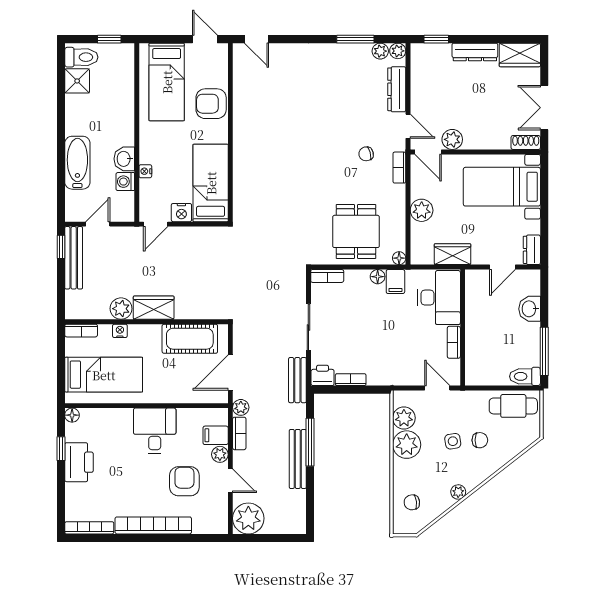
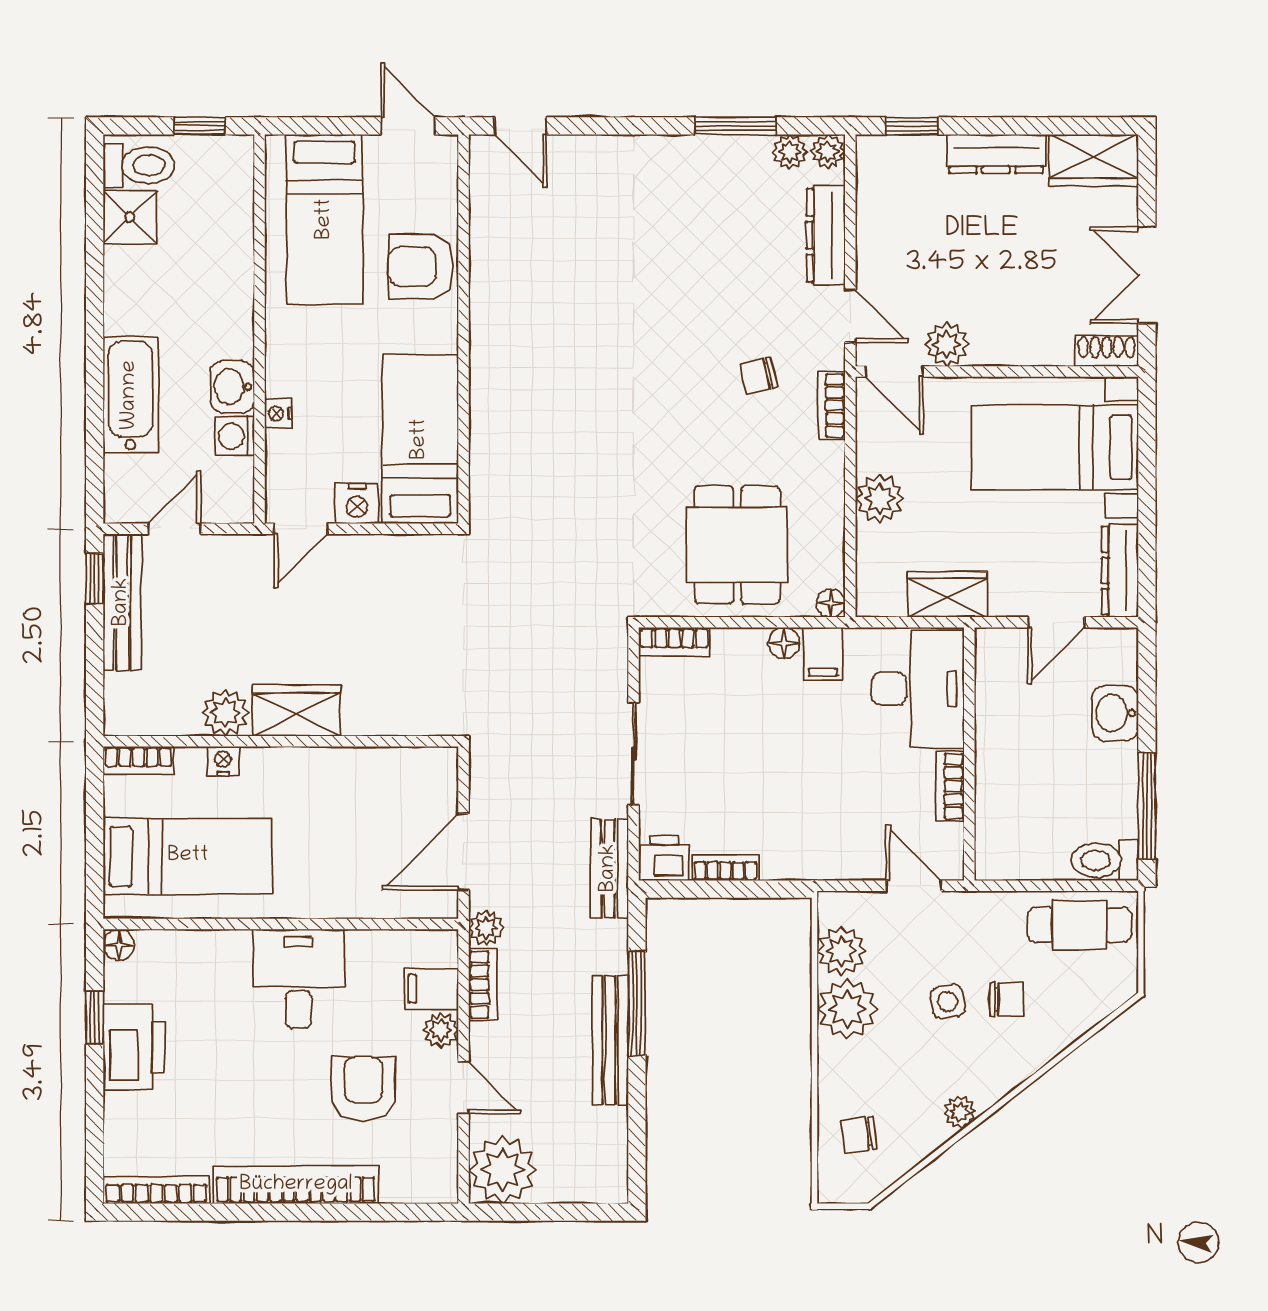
dresser: (532, 250) -> (1120, 570), width x1.44
cot: (190, 339) -> (375, 778), removed

